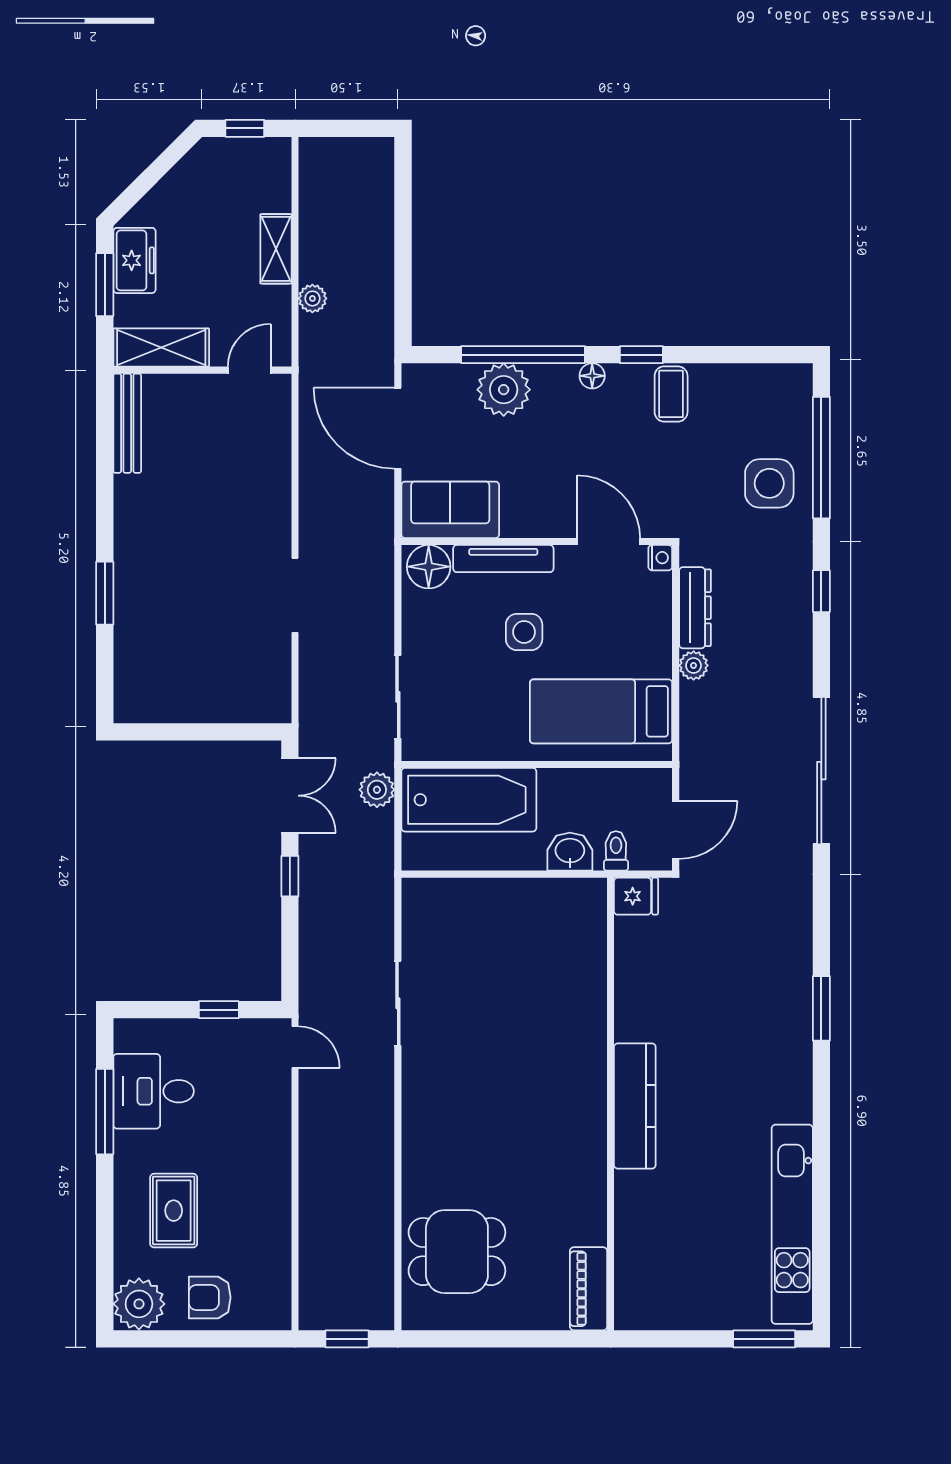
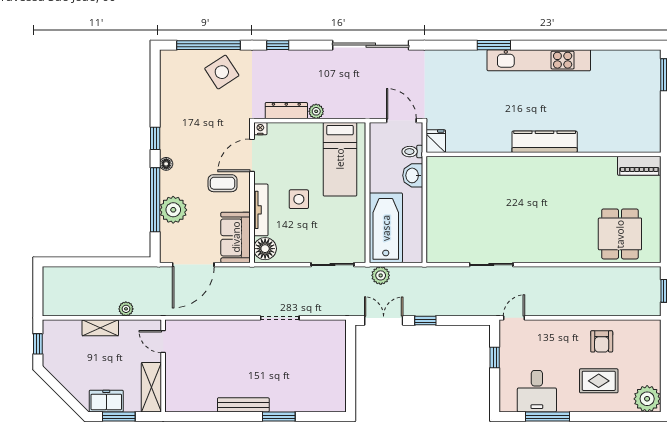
coffee table: (671, 394) -> (223, 183), moved
bench: (127, 423) -> (243, 405), moved
side table: (769, 483) -> (222, 72), turned -33
kitchen unit: (792, 1224) -> (539, 60), moved
armchair: (210, 1297) -> (602, 341), moved

